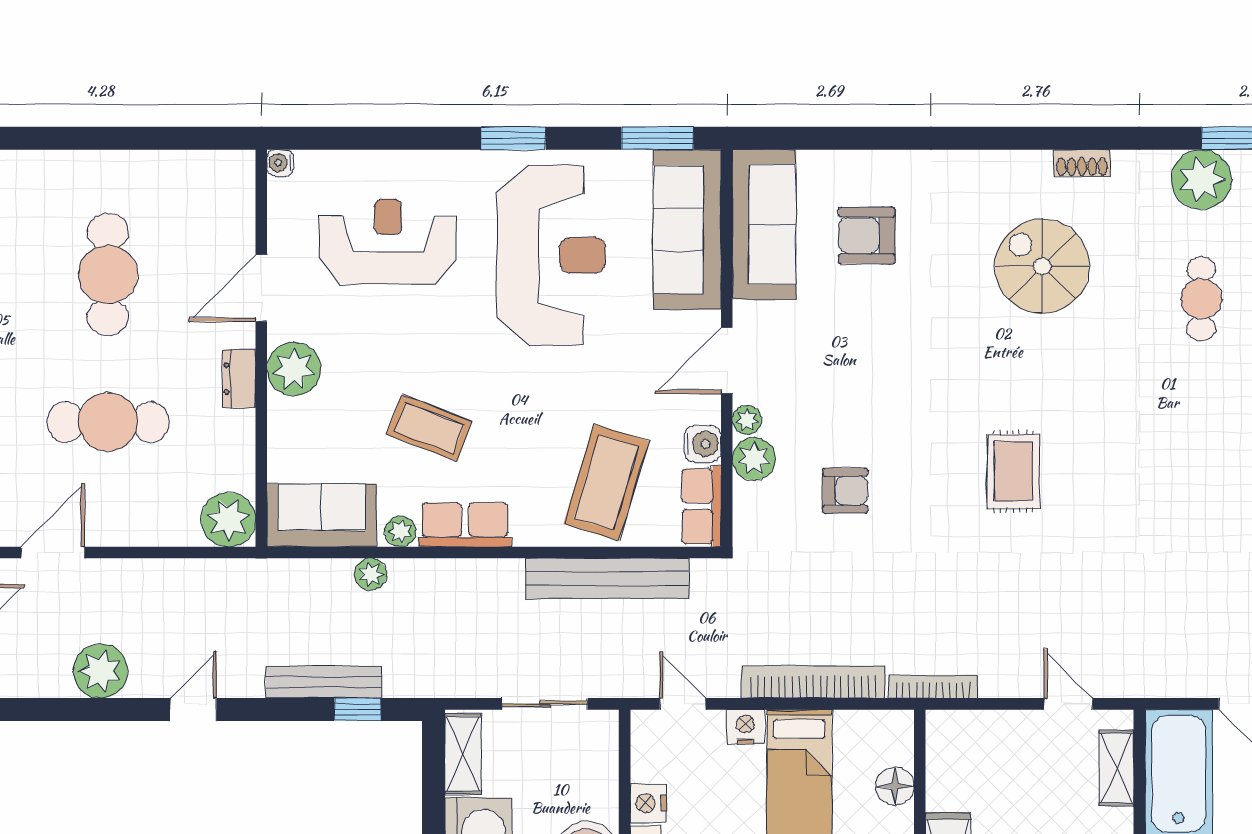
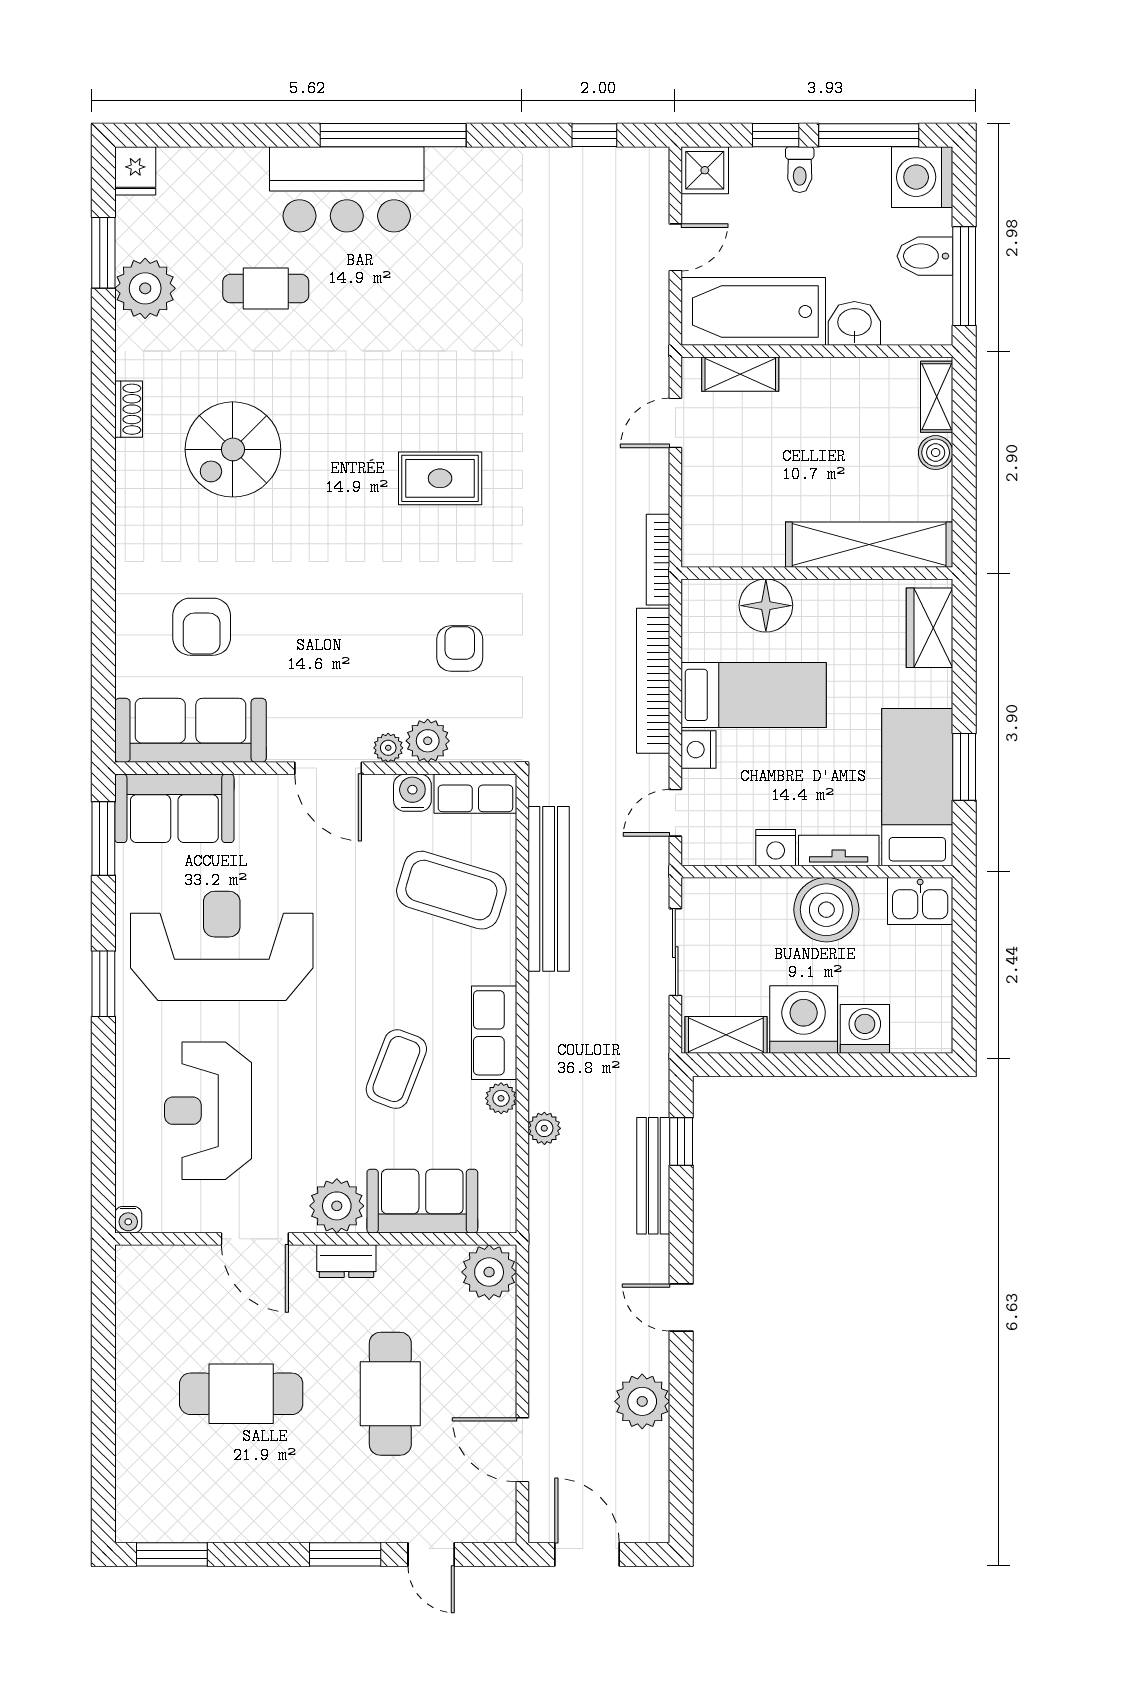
sofa: (687, 230) -> (174, 808), width x0.73
sofa: (322, 515) -> (422, 1201), moved, turned 90
floor lamp: (895, 786) -> (766, 606), width x1.38, depth x1.38

